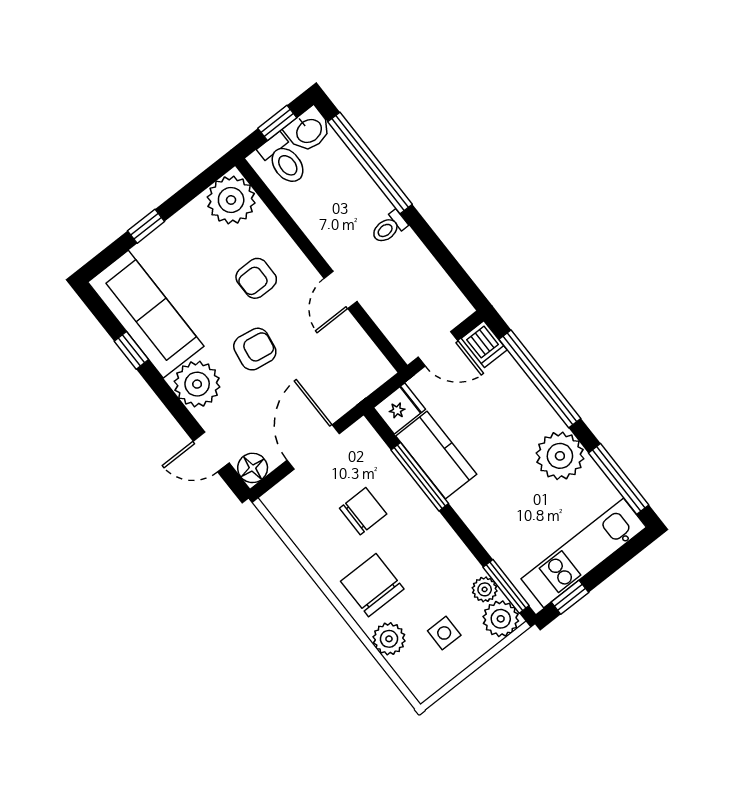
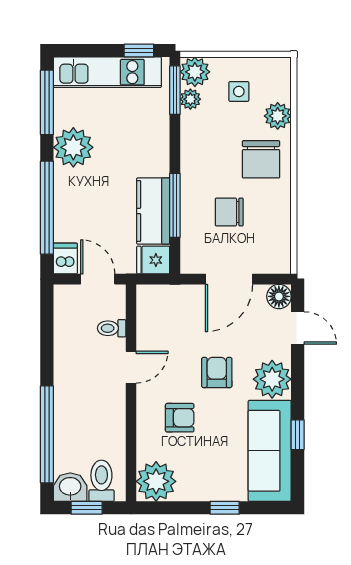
toilet: (389, 227) -> (112, 328), moved, turned 180
armchair: (255, 349) -> (217, 372), turned 81

